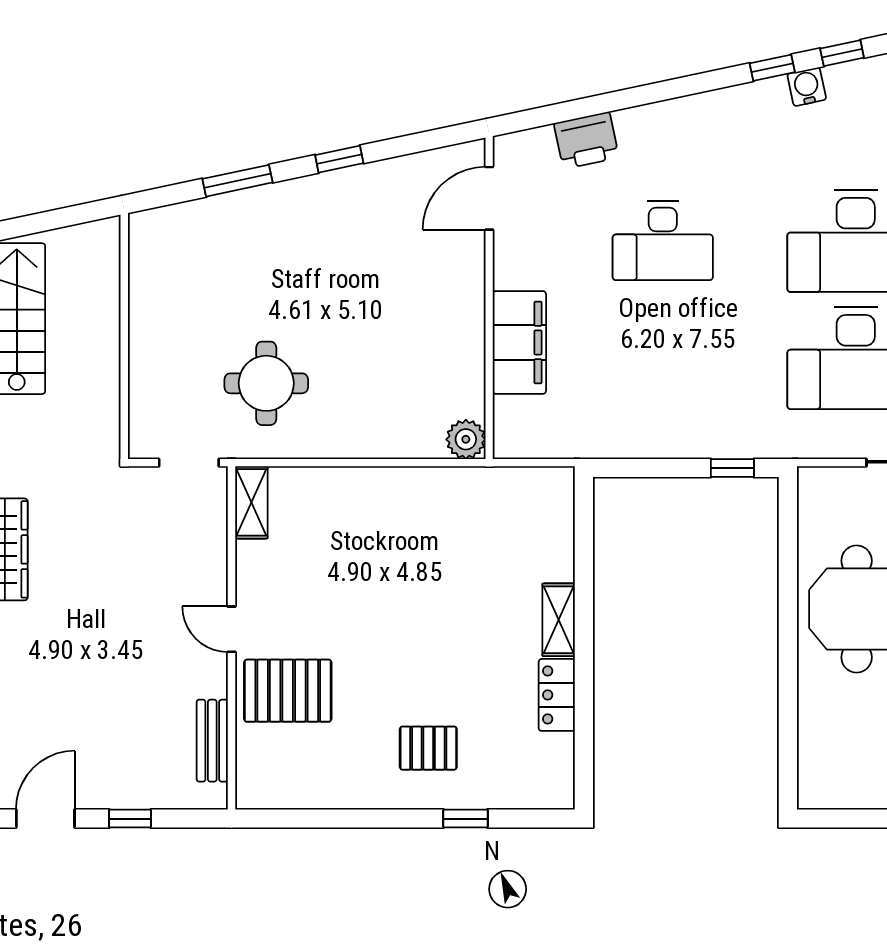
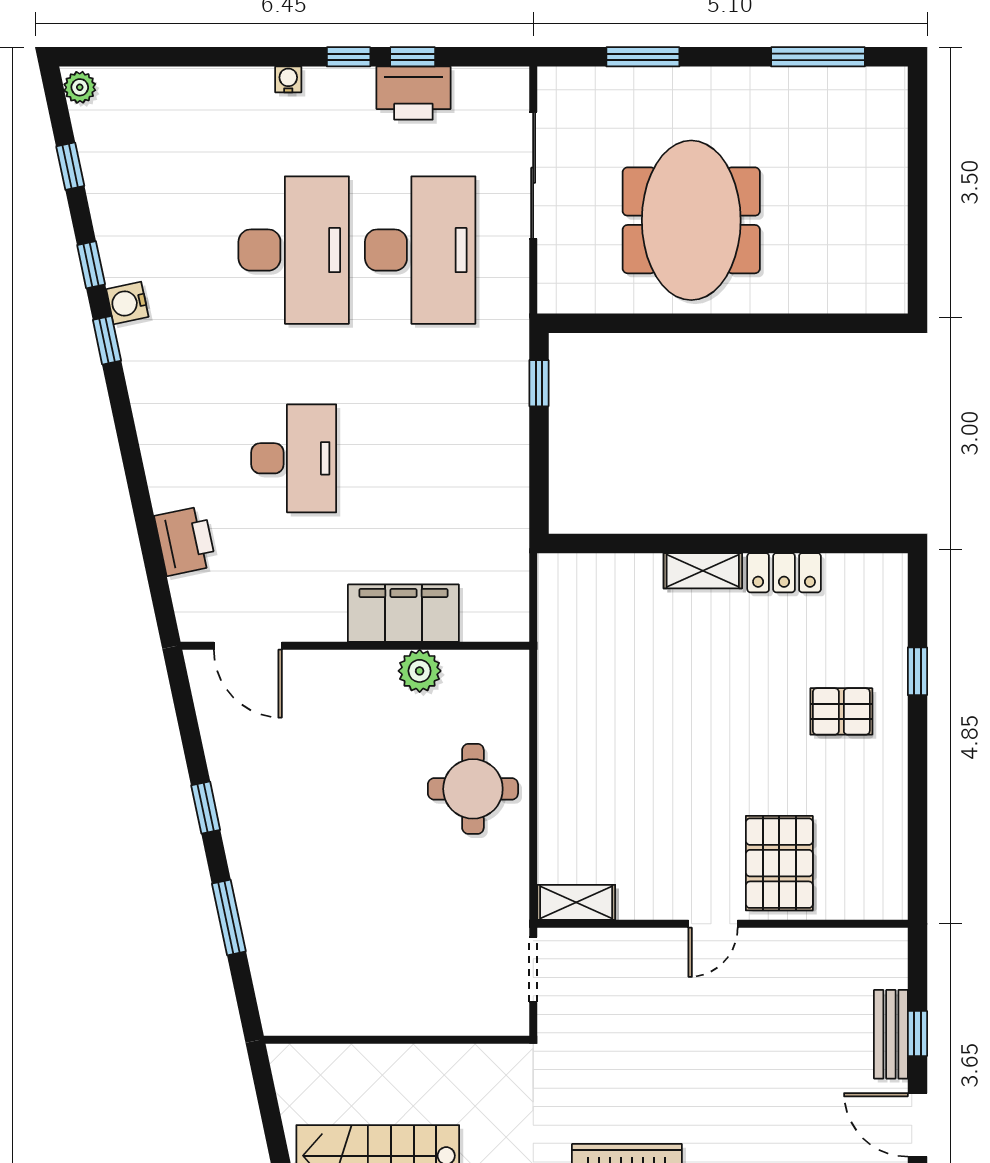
round table: (266, 383) -> (473, 789), moved
plant: (466, 439) -> (420, 671), moved
bench: (212, 741) -> (891, 1034), moved, turned 90
pallet: (428, 748) -> (841, 711), turned 90

